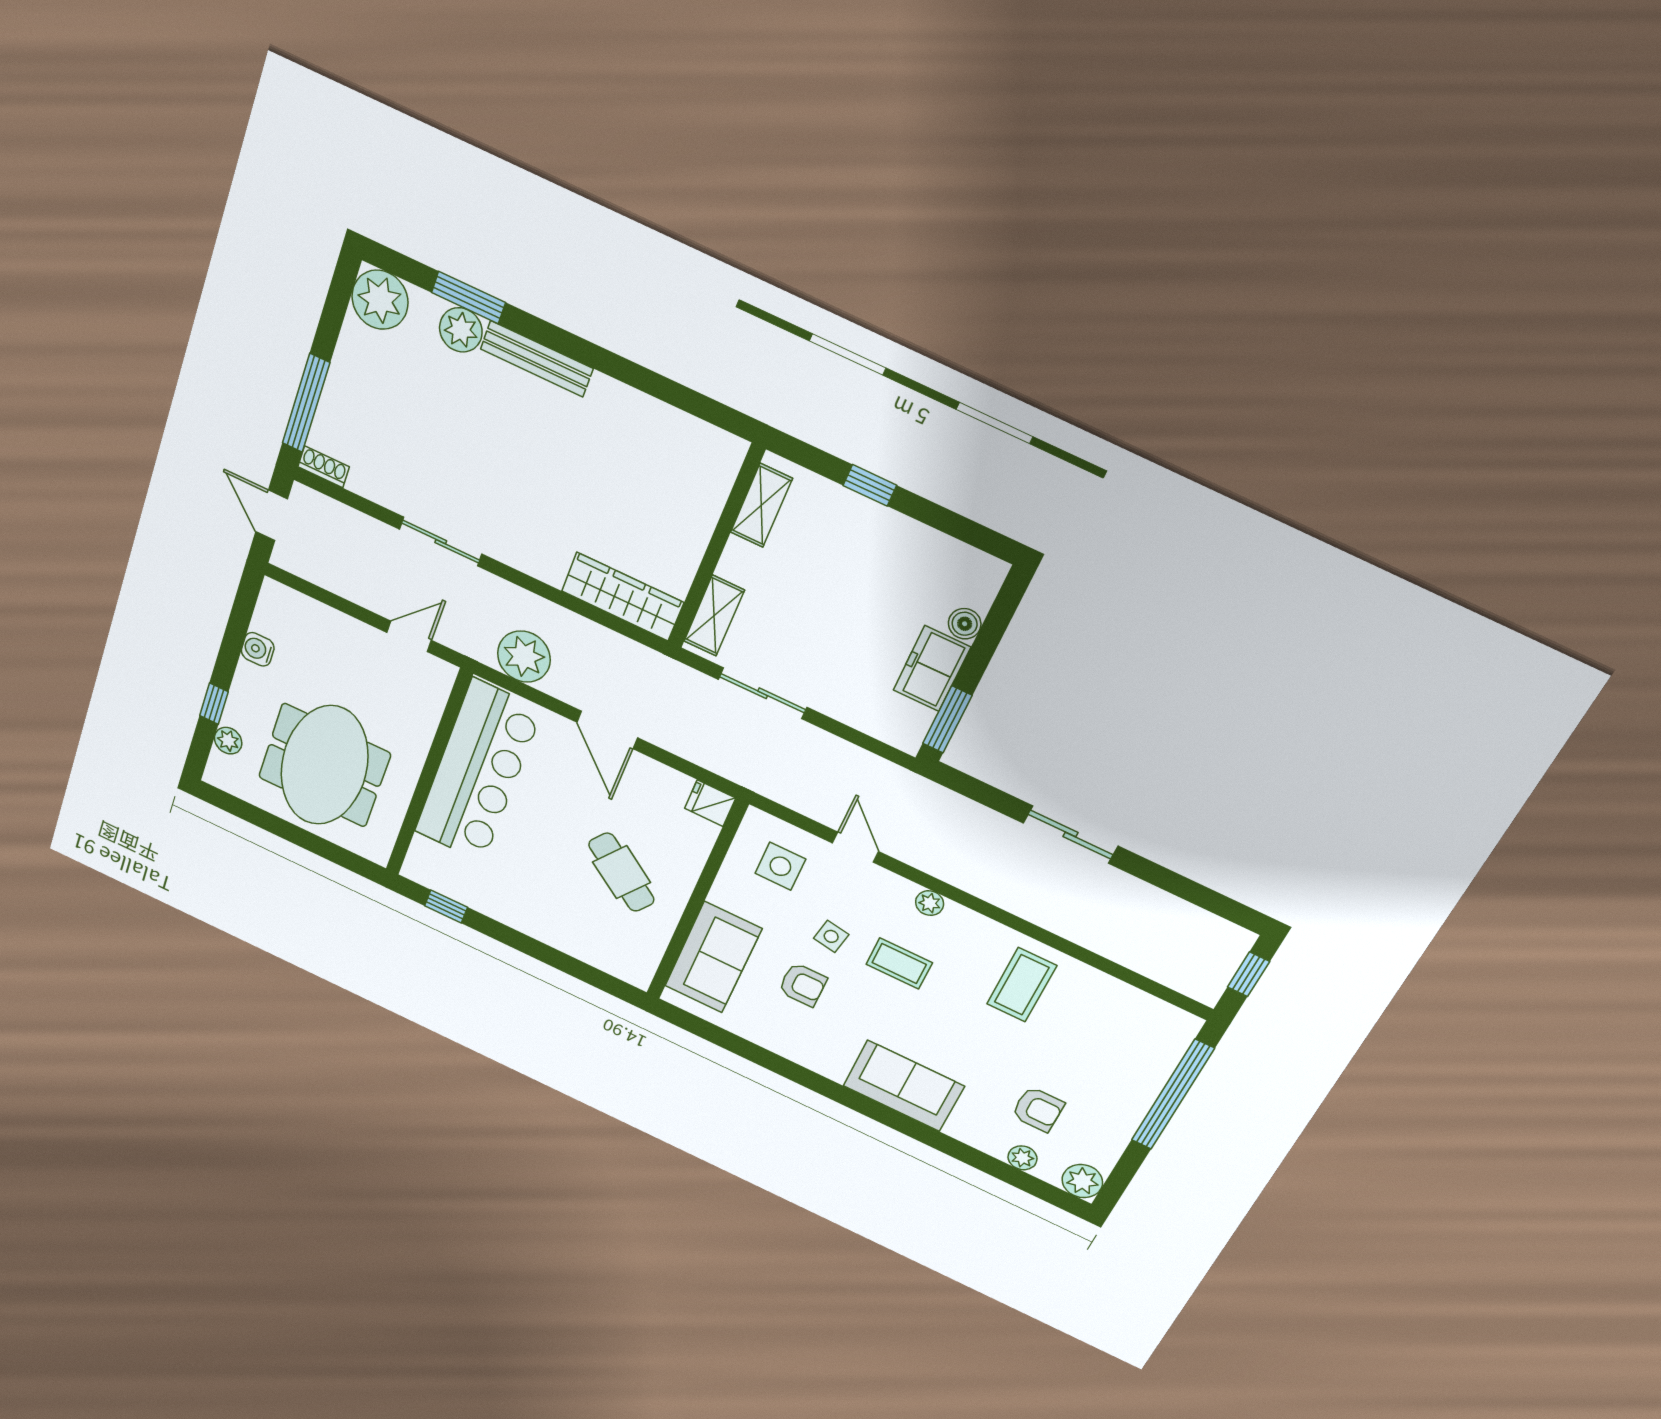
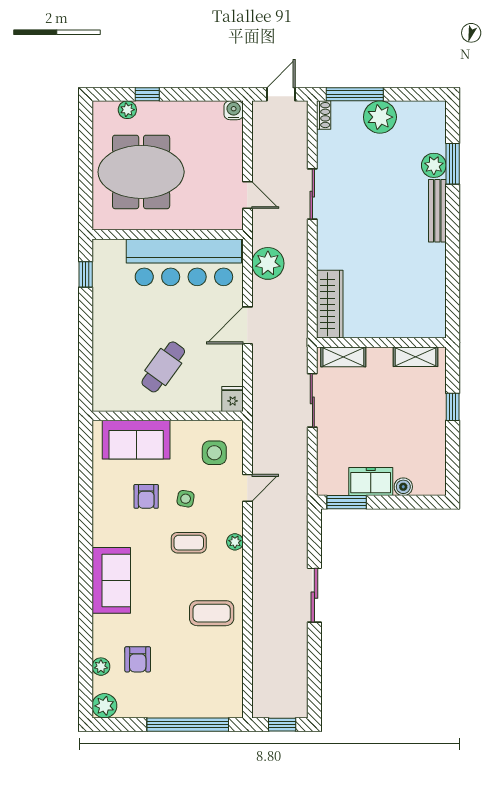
plant: (380, 300) -> (380, 117), moved
water cooler: (258, 649) -> (234, 110), moved
coffee table: (899, 964) -> (189, 543), turned 90

